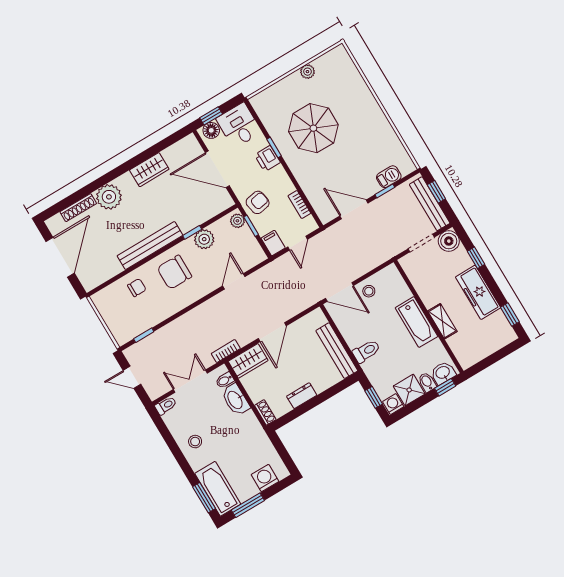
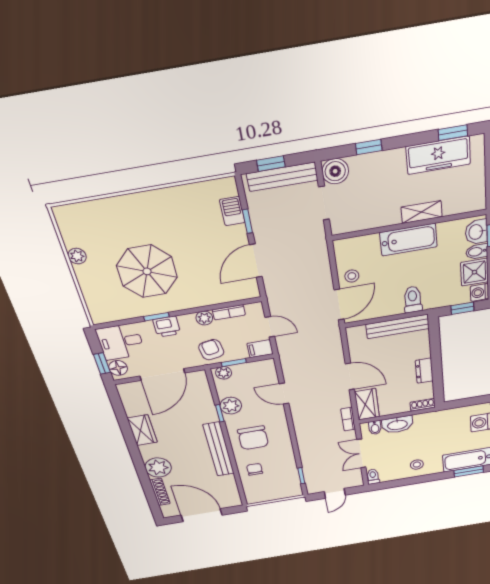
plant: (287, 186) -> (204, 318), added
freezer: (478, 292) -> (438, 155), moved

